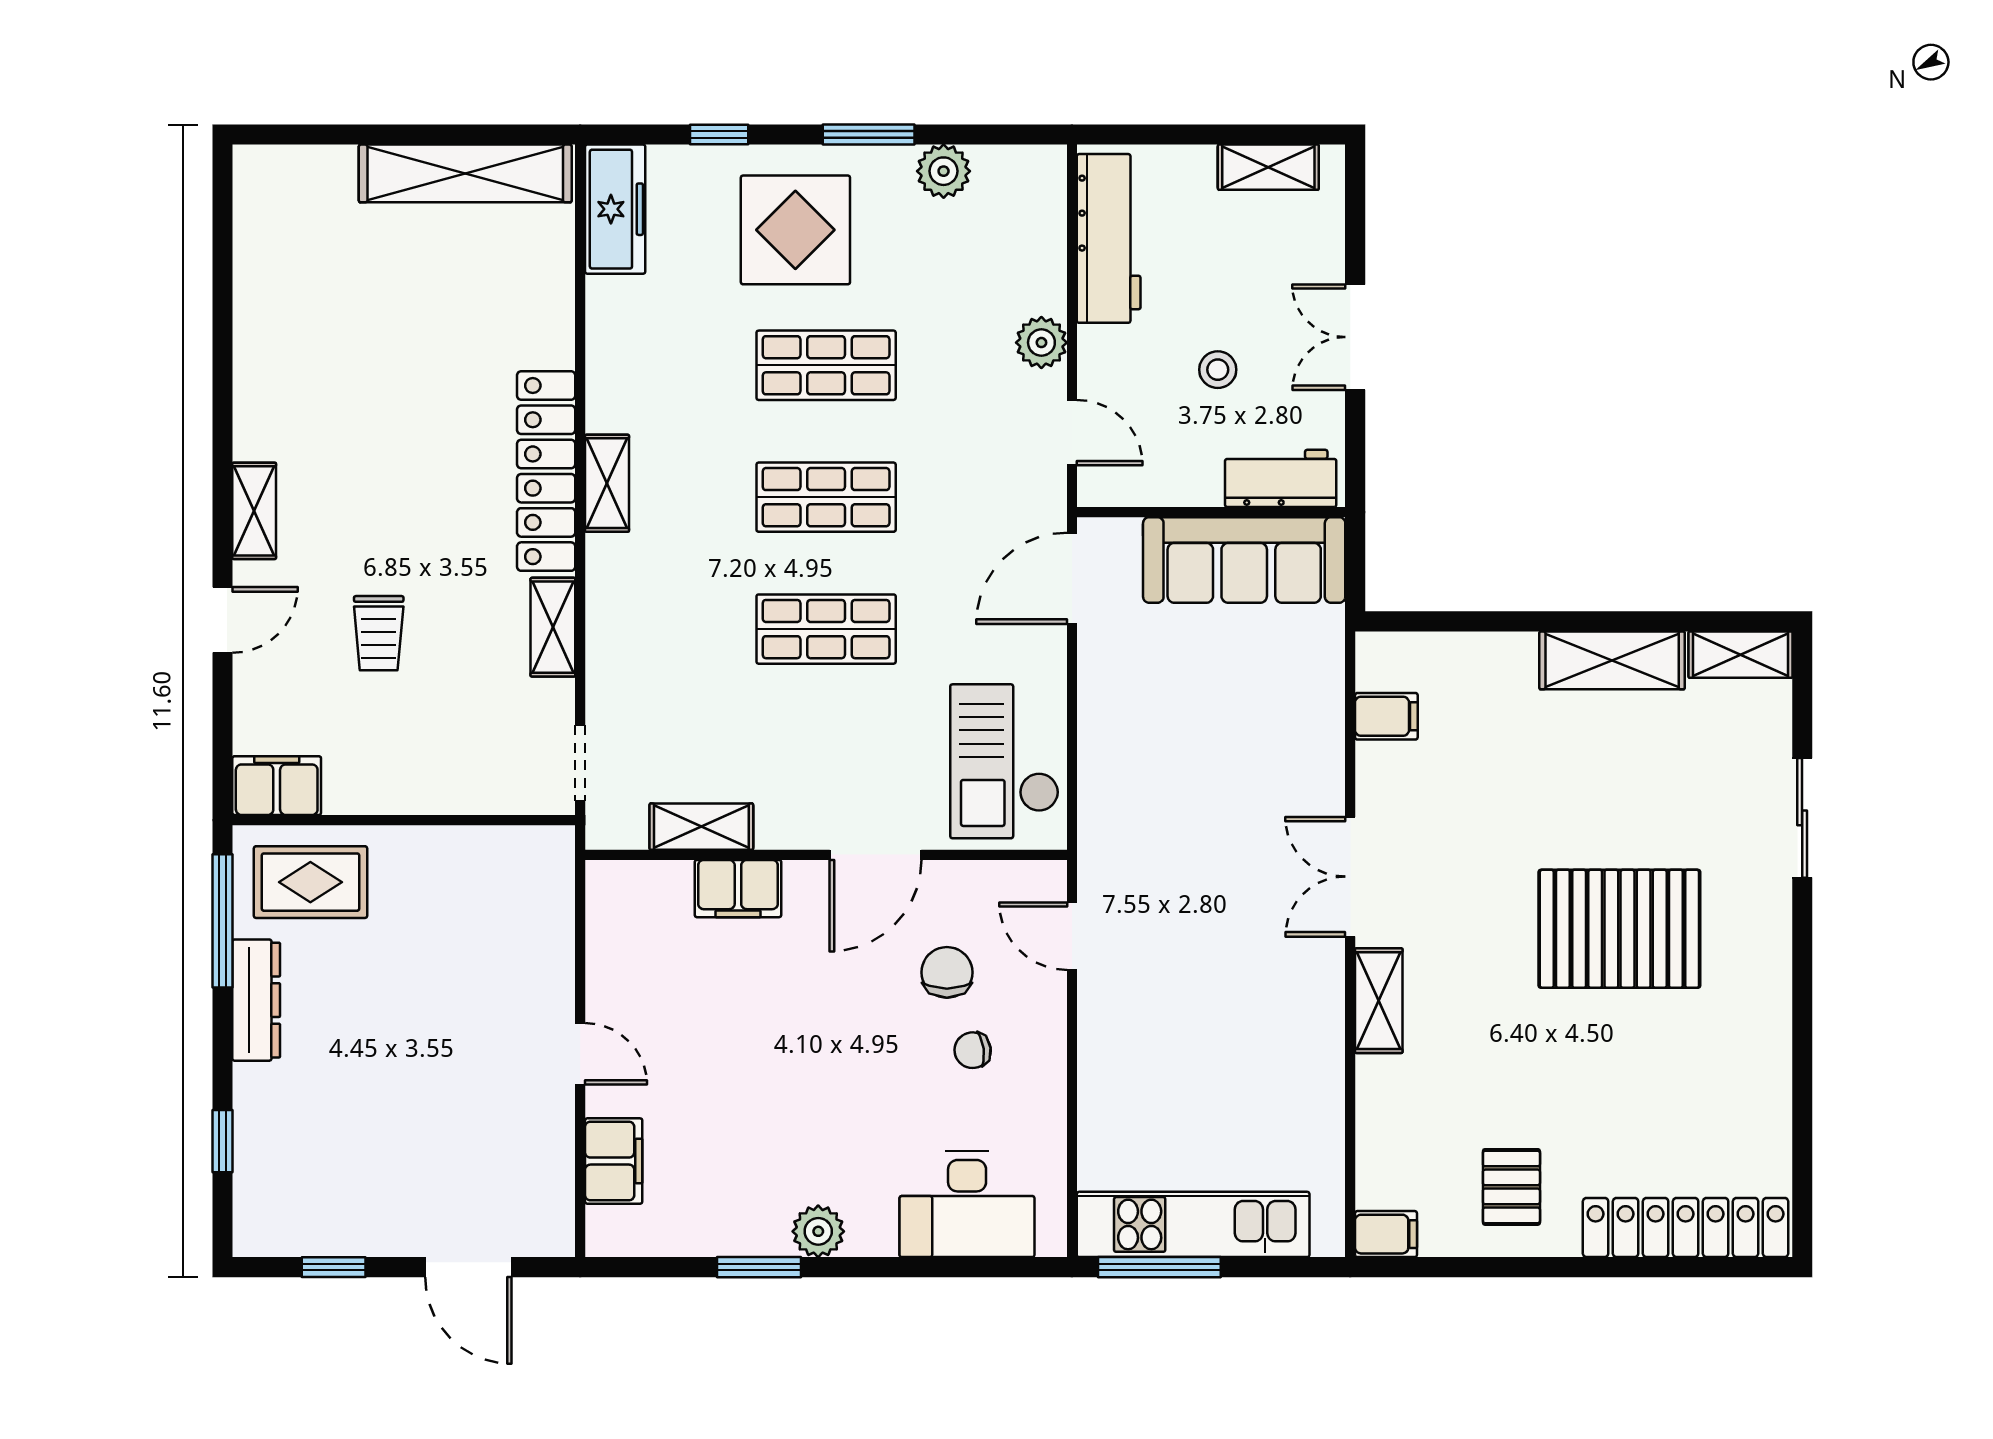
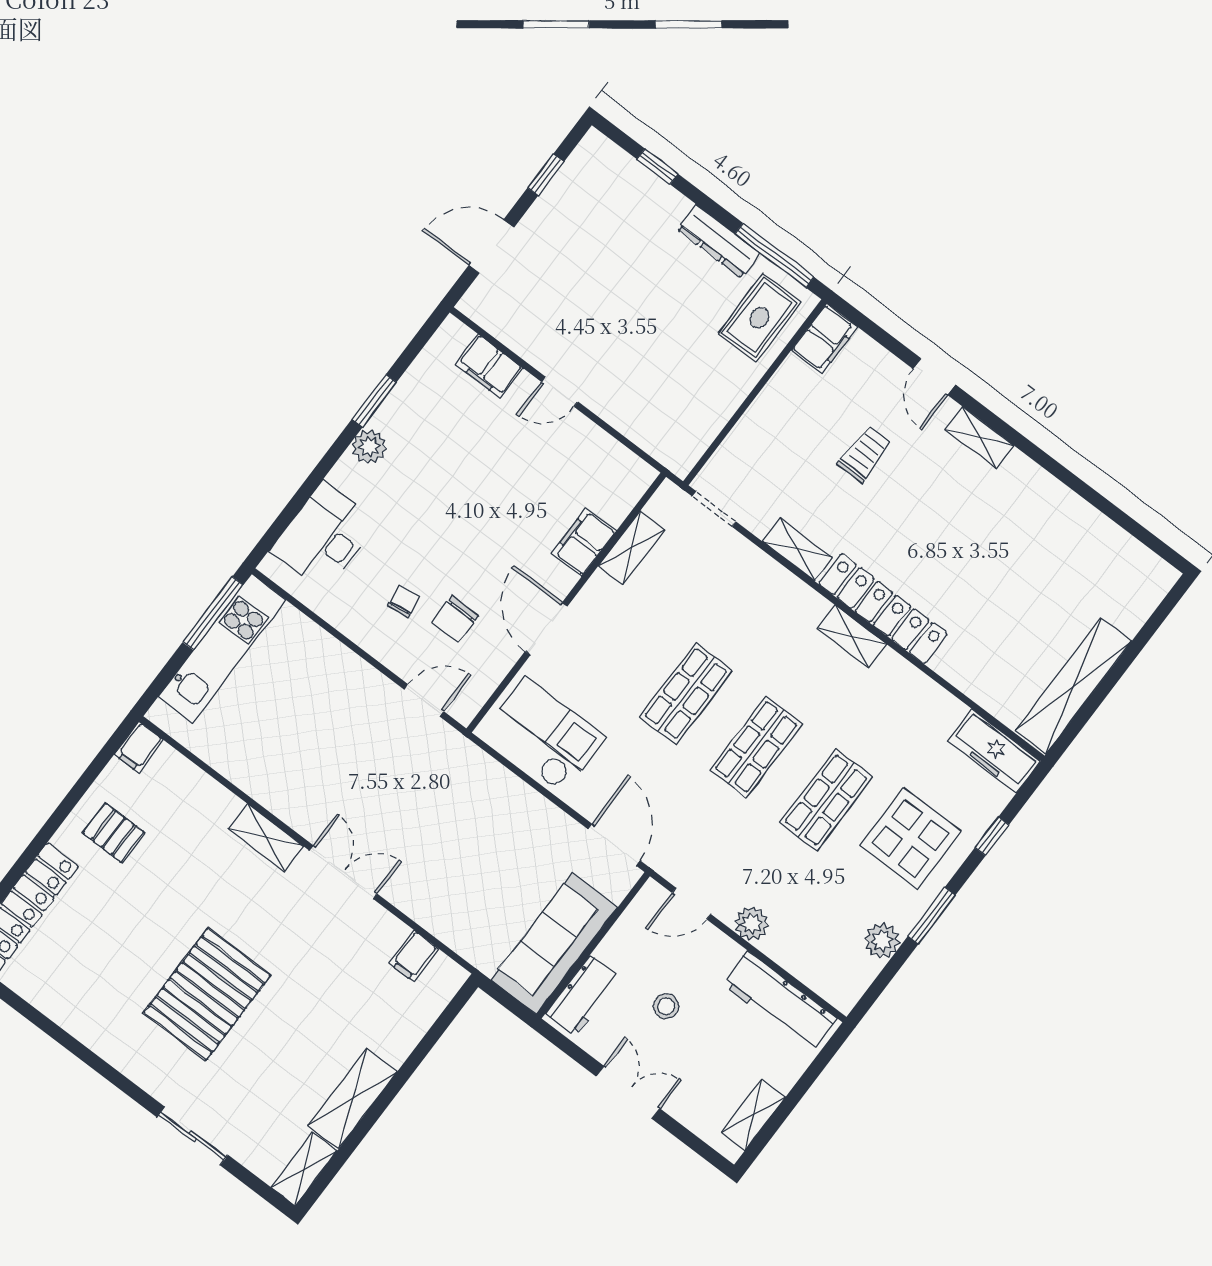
trolley: (379, 633) -> (864, 454), turned 90
chair: (947, 972) -> (455, 619), turned 90

